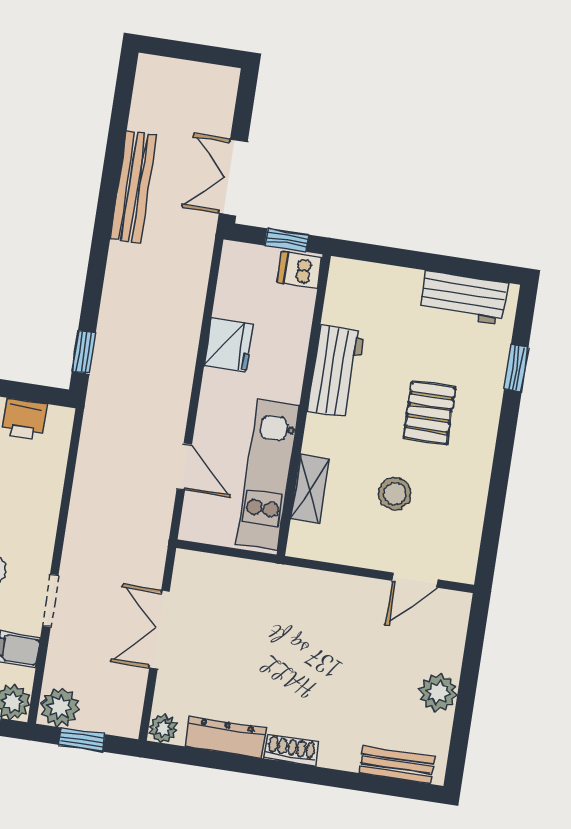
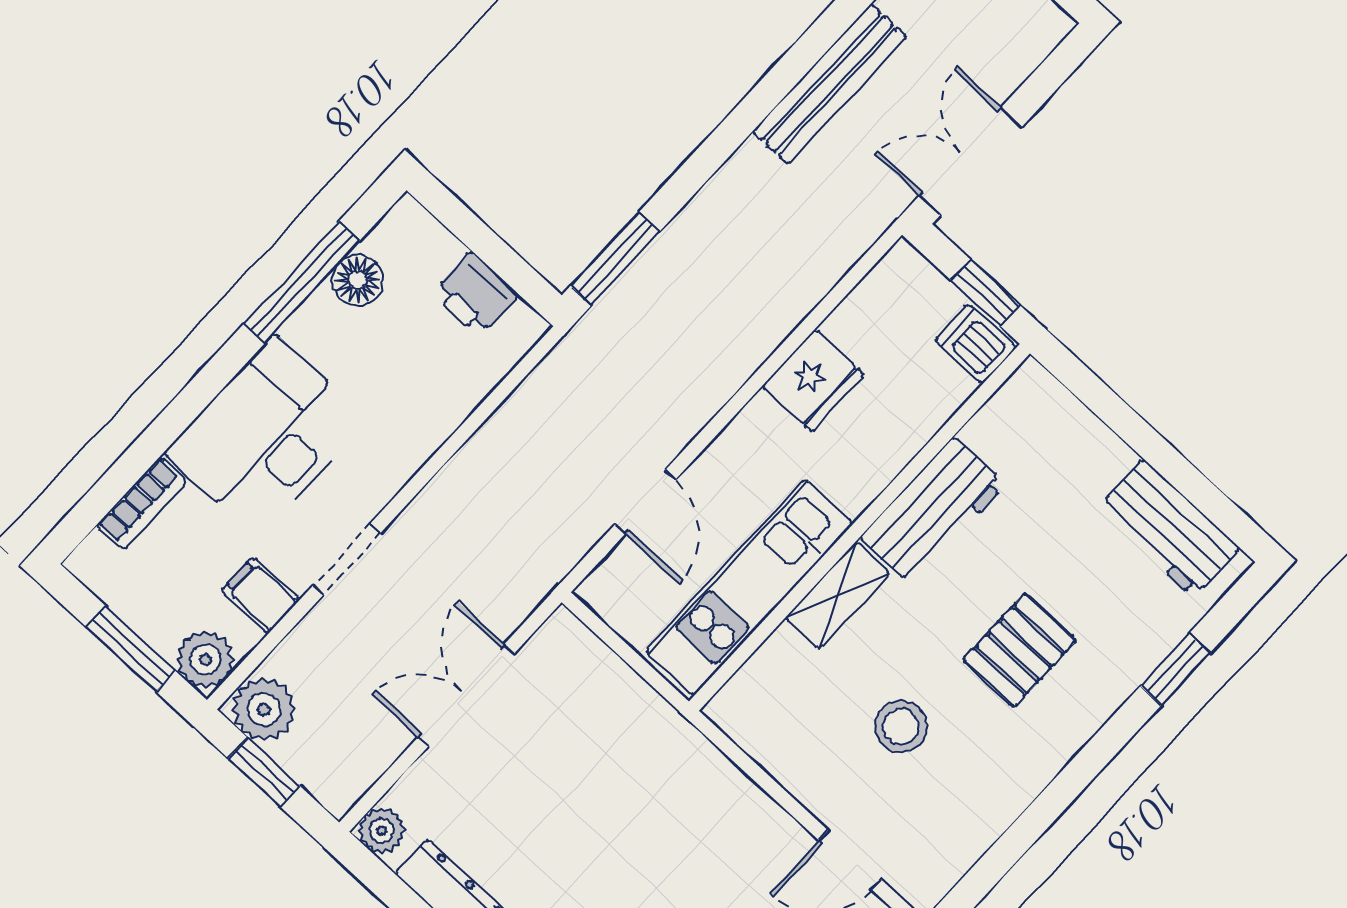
window: (84, 352) -> (615, 259), width x1.50
shelving: (310, 489) -> (838, 595), moved

